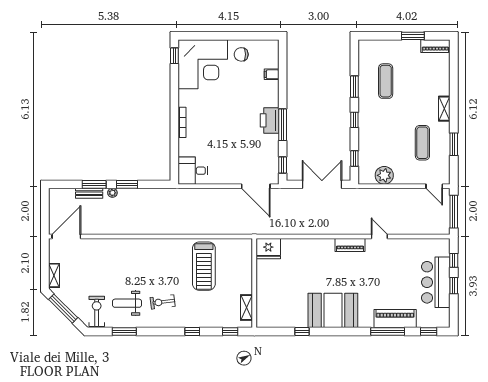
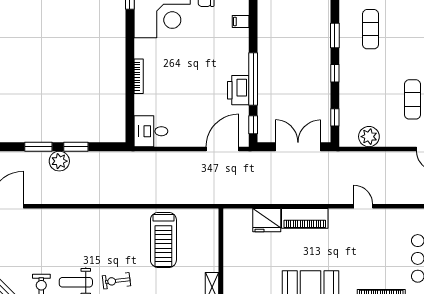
printer: (270, 120) -> (238, 90), moved
window: (283, 125) -> (253, 79), width x1.46
door: (256, 186) -> (223, 149), swing flipped
bench: (89, 193) -> (33, 157), removed
plant: (112, 193) -> (59, 161), width x1.87, depth x1.87
piano: (350, 245) -> (305, 218), moved, width x1.37, depth x1.33
fridge: (268, 249) -> (267, 220), moved

